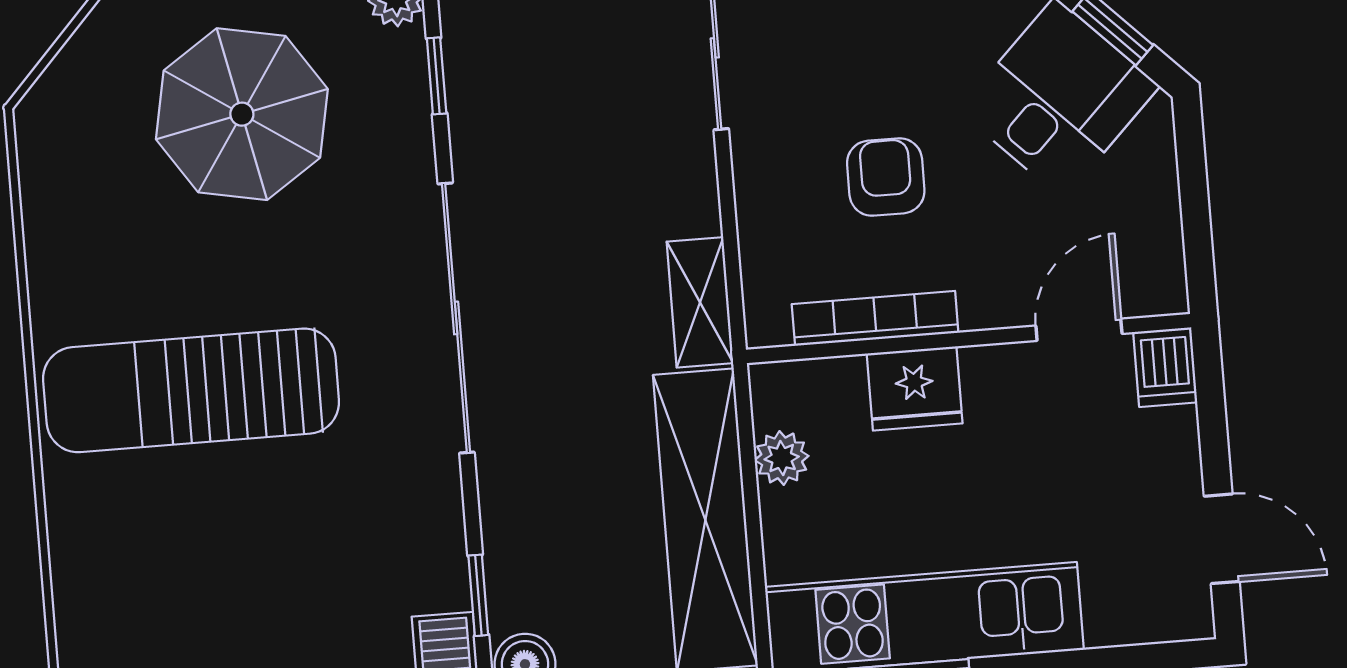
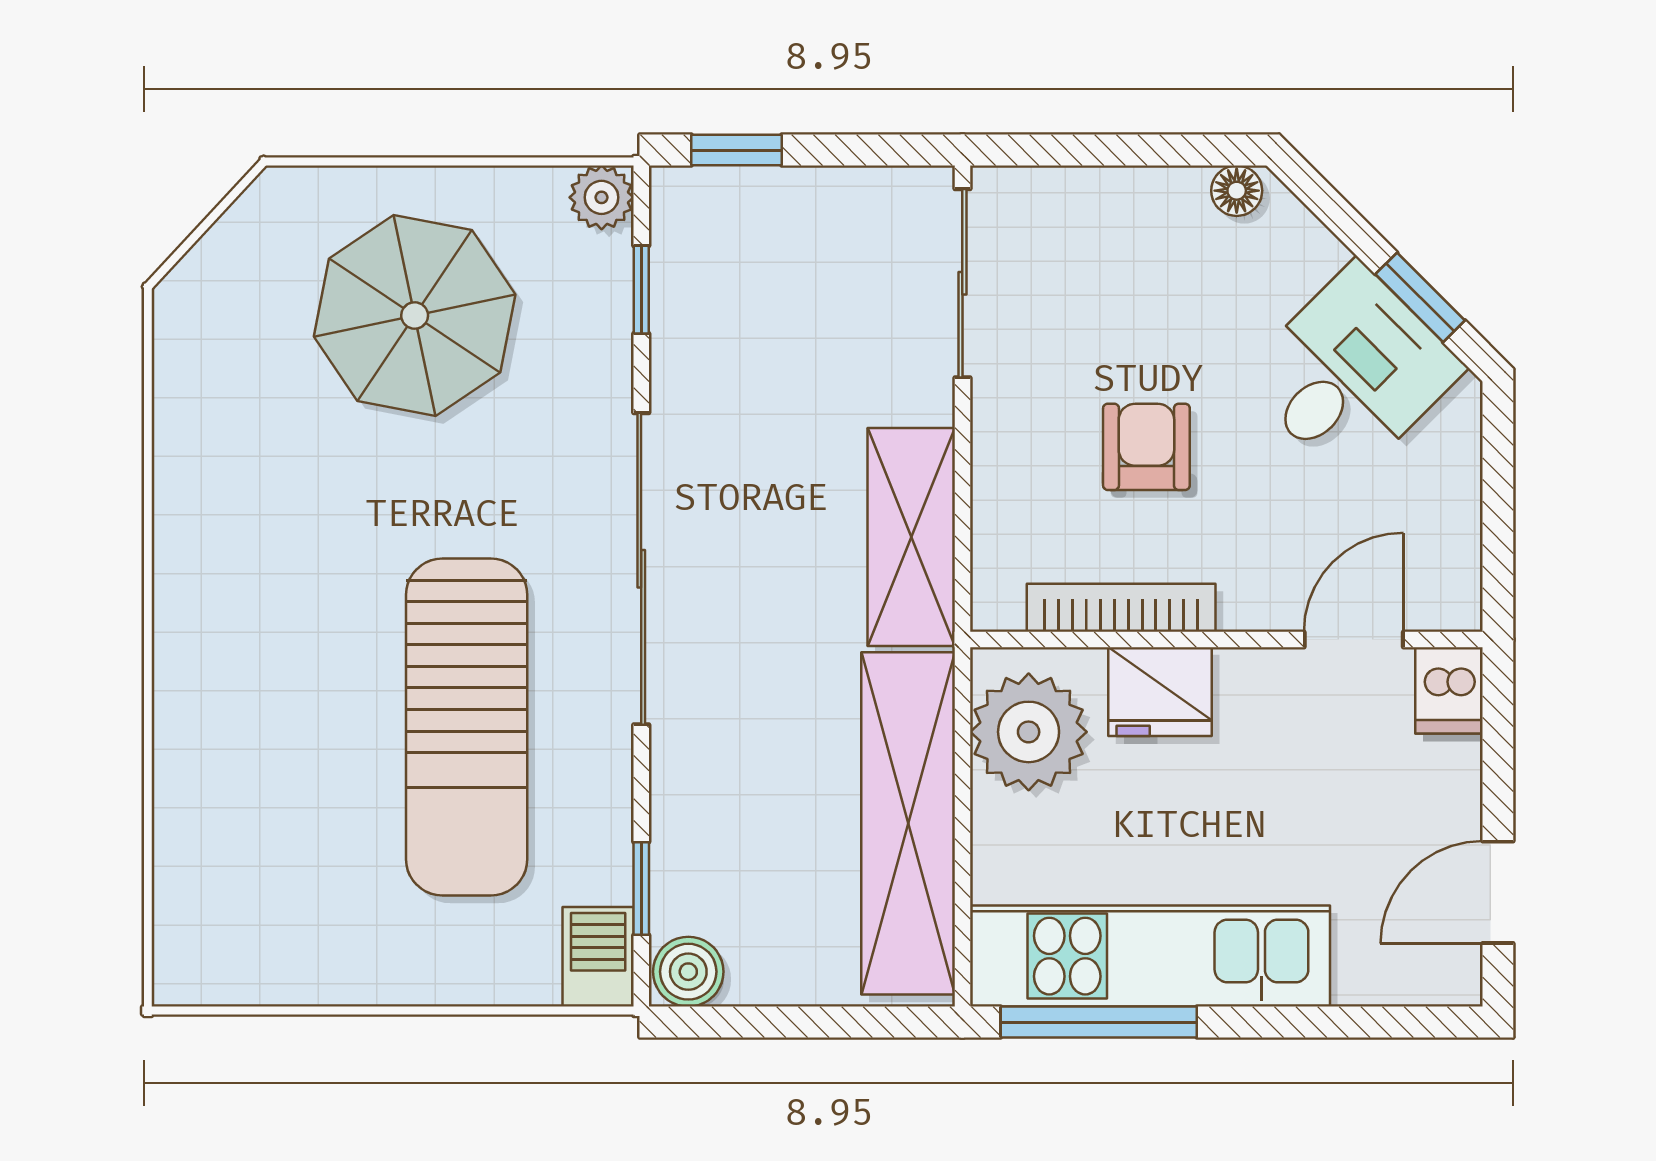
shelving: (700, 302) -> (911, 537), width x1.50, depth x1.33
sun lounger: (191, 390) -> (467, 727), moved, turned -90
plant: (782, 458) -> (1029, 732), width x1.88, depth x1.88
door: (1222, 539) -> (1498, 892), swing flipped

